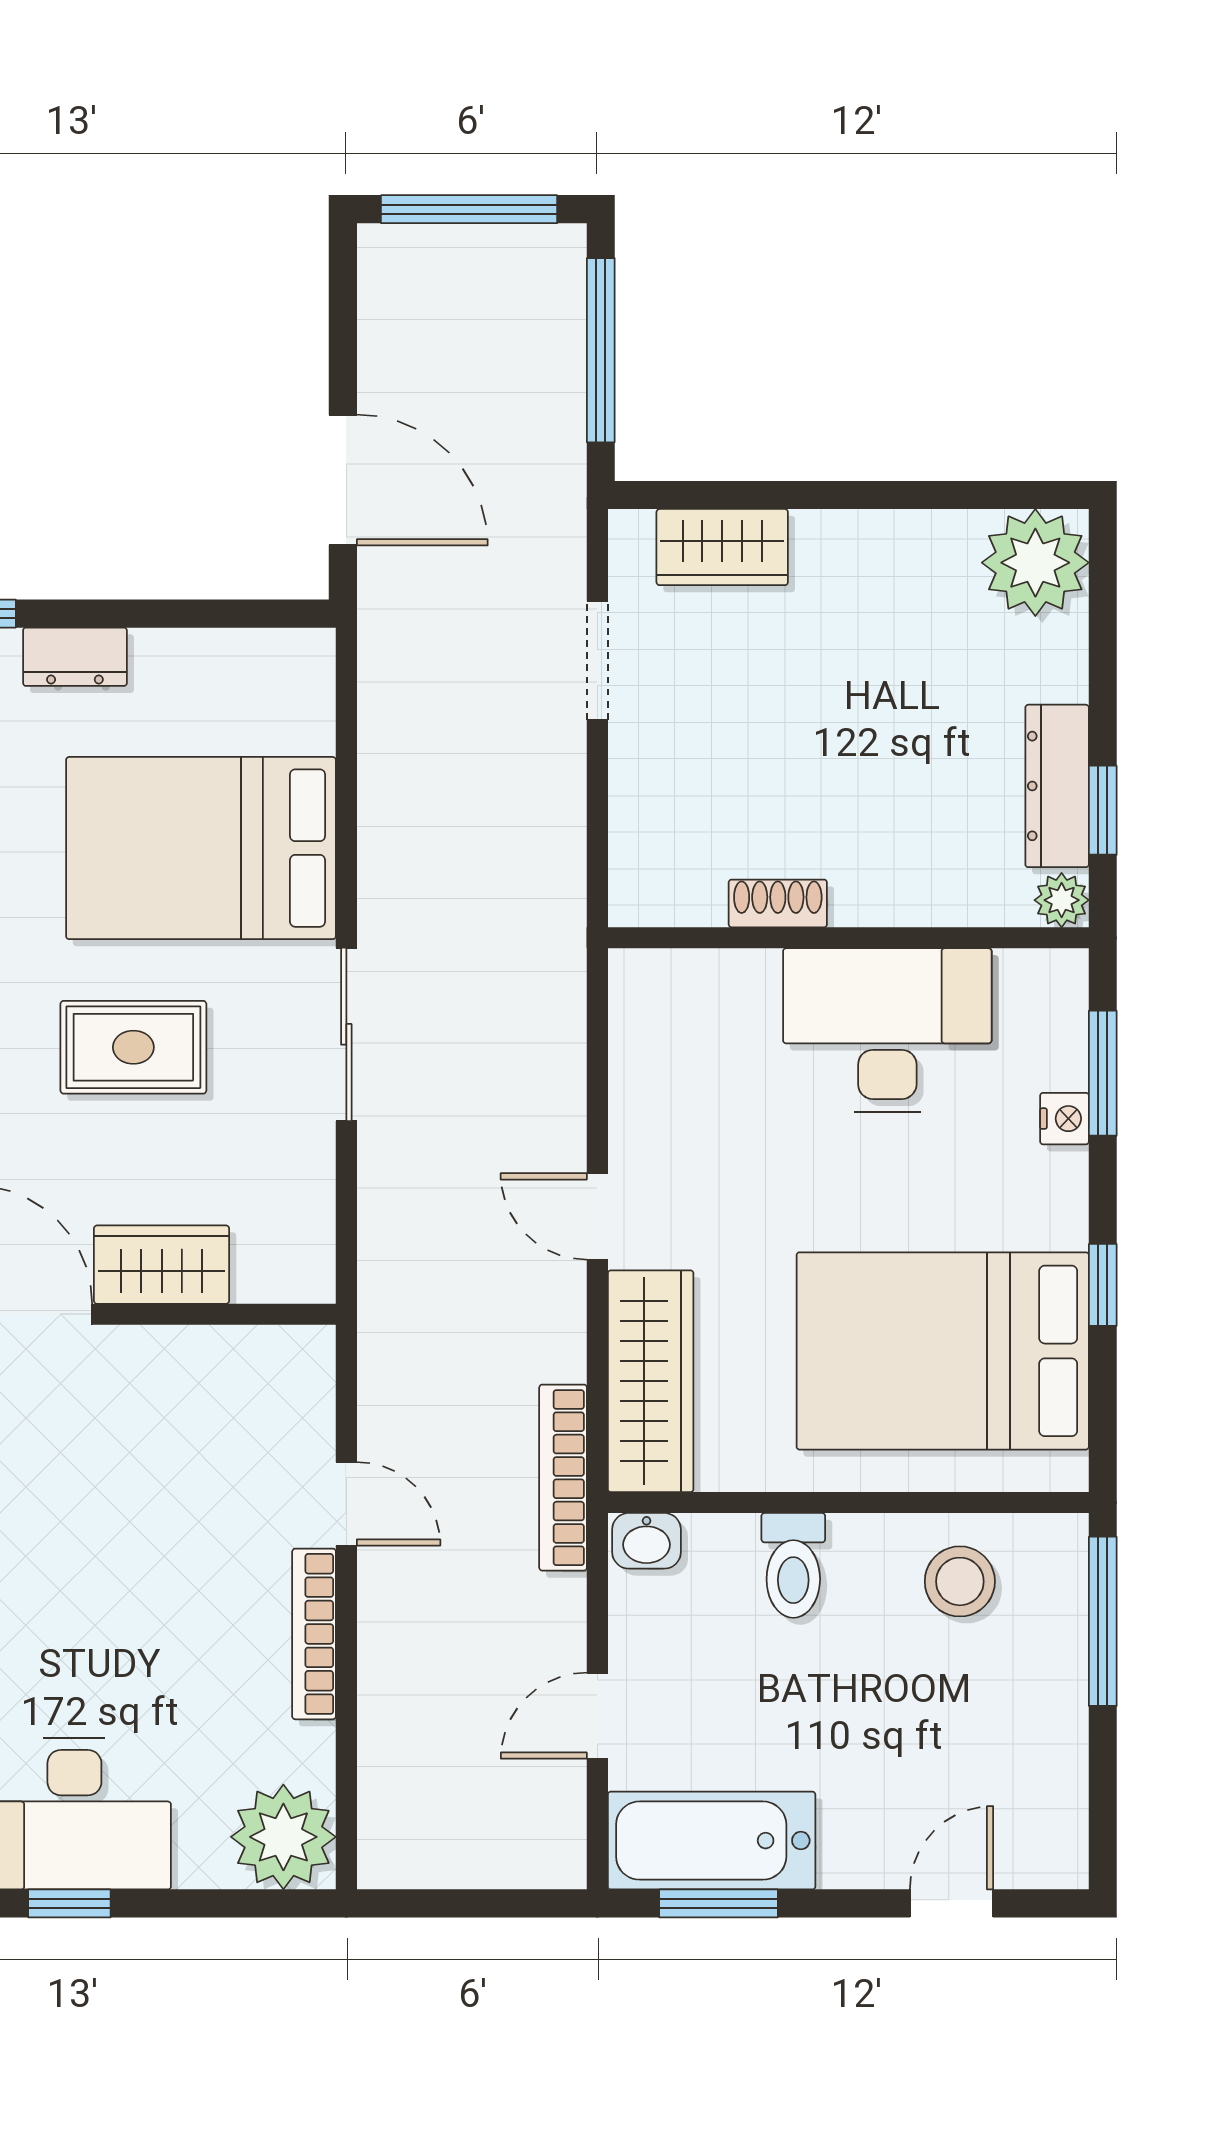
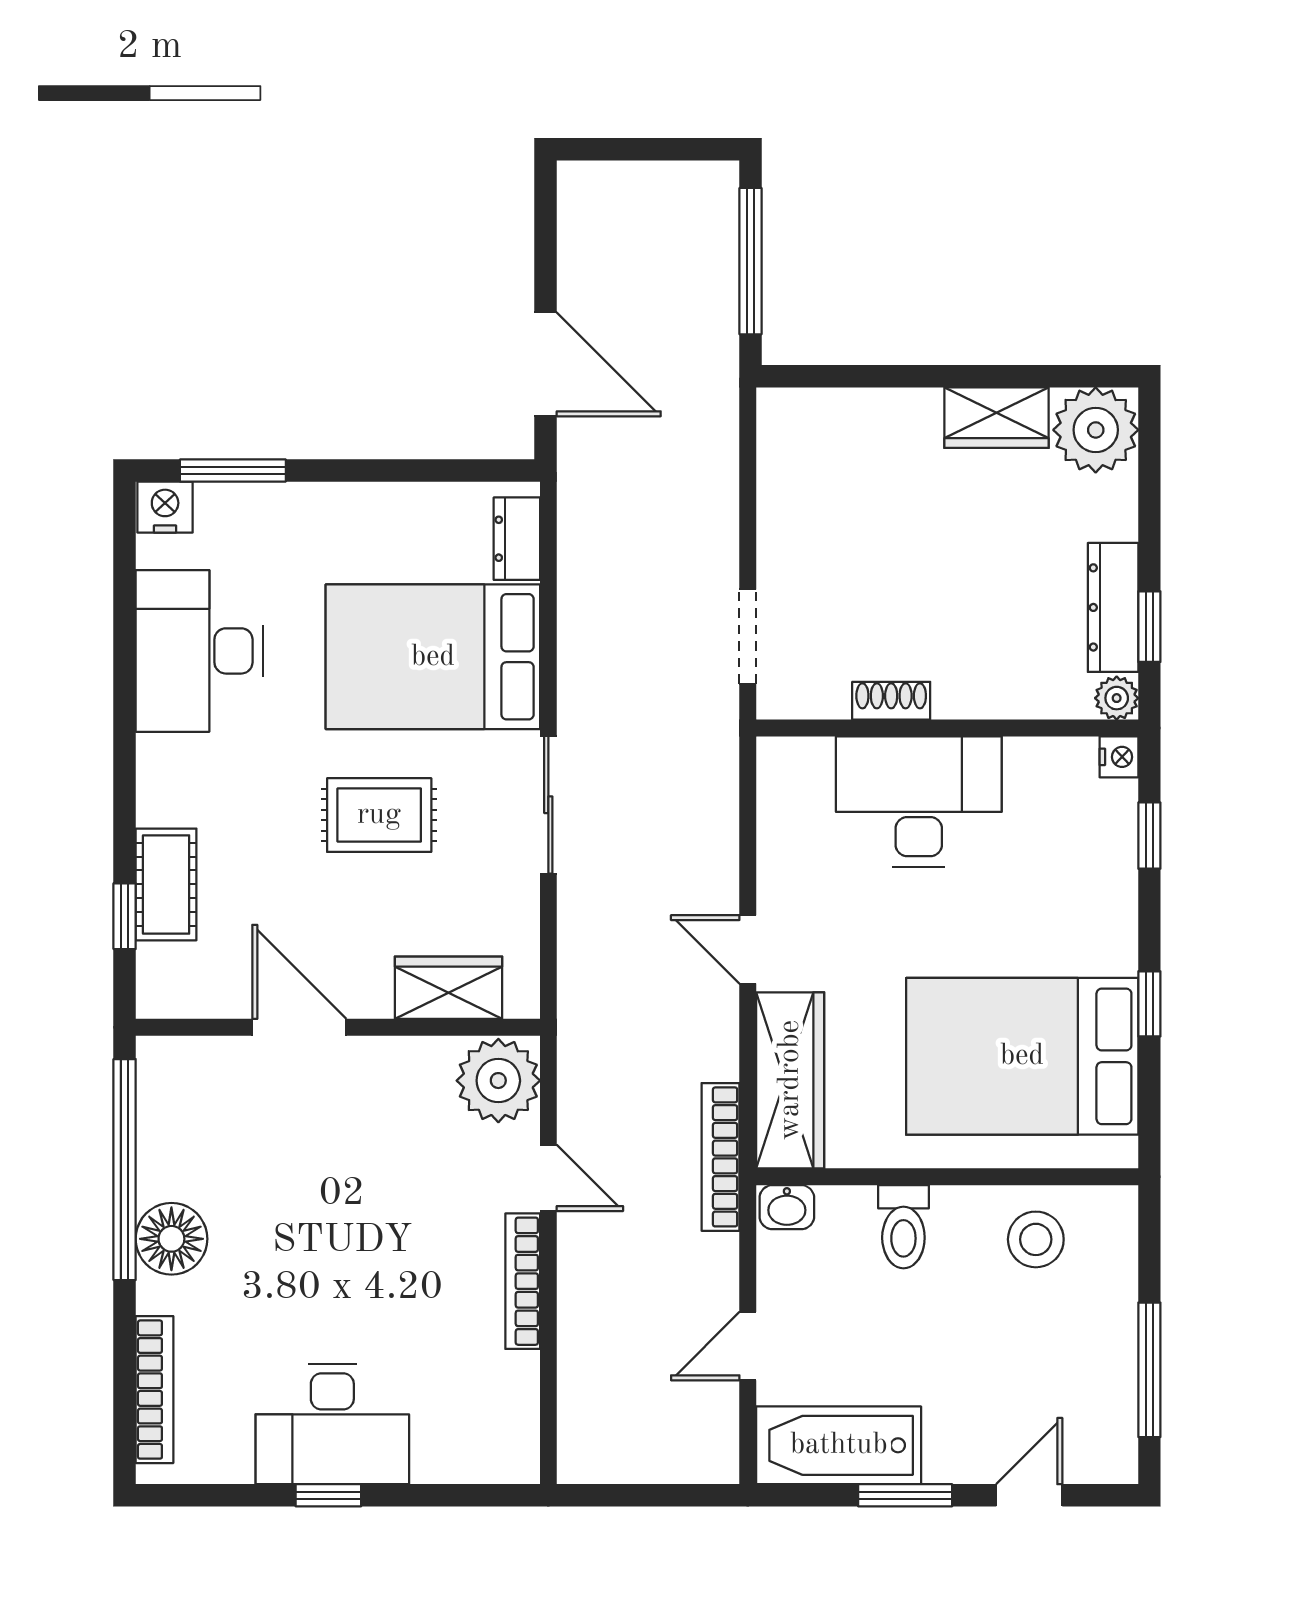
window: (469, 209) -> (646, 149), removed
wardrobe: (722, 547) -> (997, 418), moved
dresser: (75, 657) -> (517, 539), moved, turned 90
doorway: (597, 660) -> (748, 636), moved
desk: (887, 1030) -> (919, 801), moved
window: (1103, 1073) -> (1149, 836), width x0.67
nightstand: (1064, 1119) -> (1119, 757), moved
wardrobe: (162, 1265) -> (449, 988), moved
window: (1103, 1621) -> (1149, 1370), moved
plant: (283, 1837) -> (498, 1081), moved
window: (718, 1903) -> (905, 1495), moved

